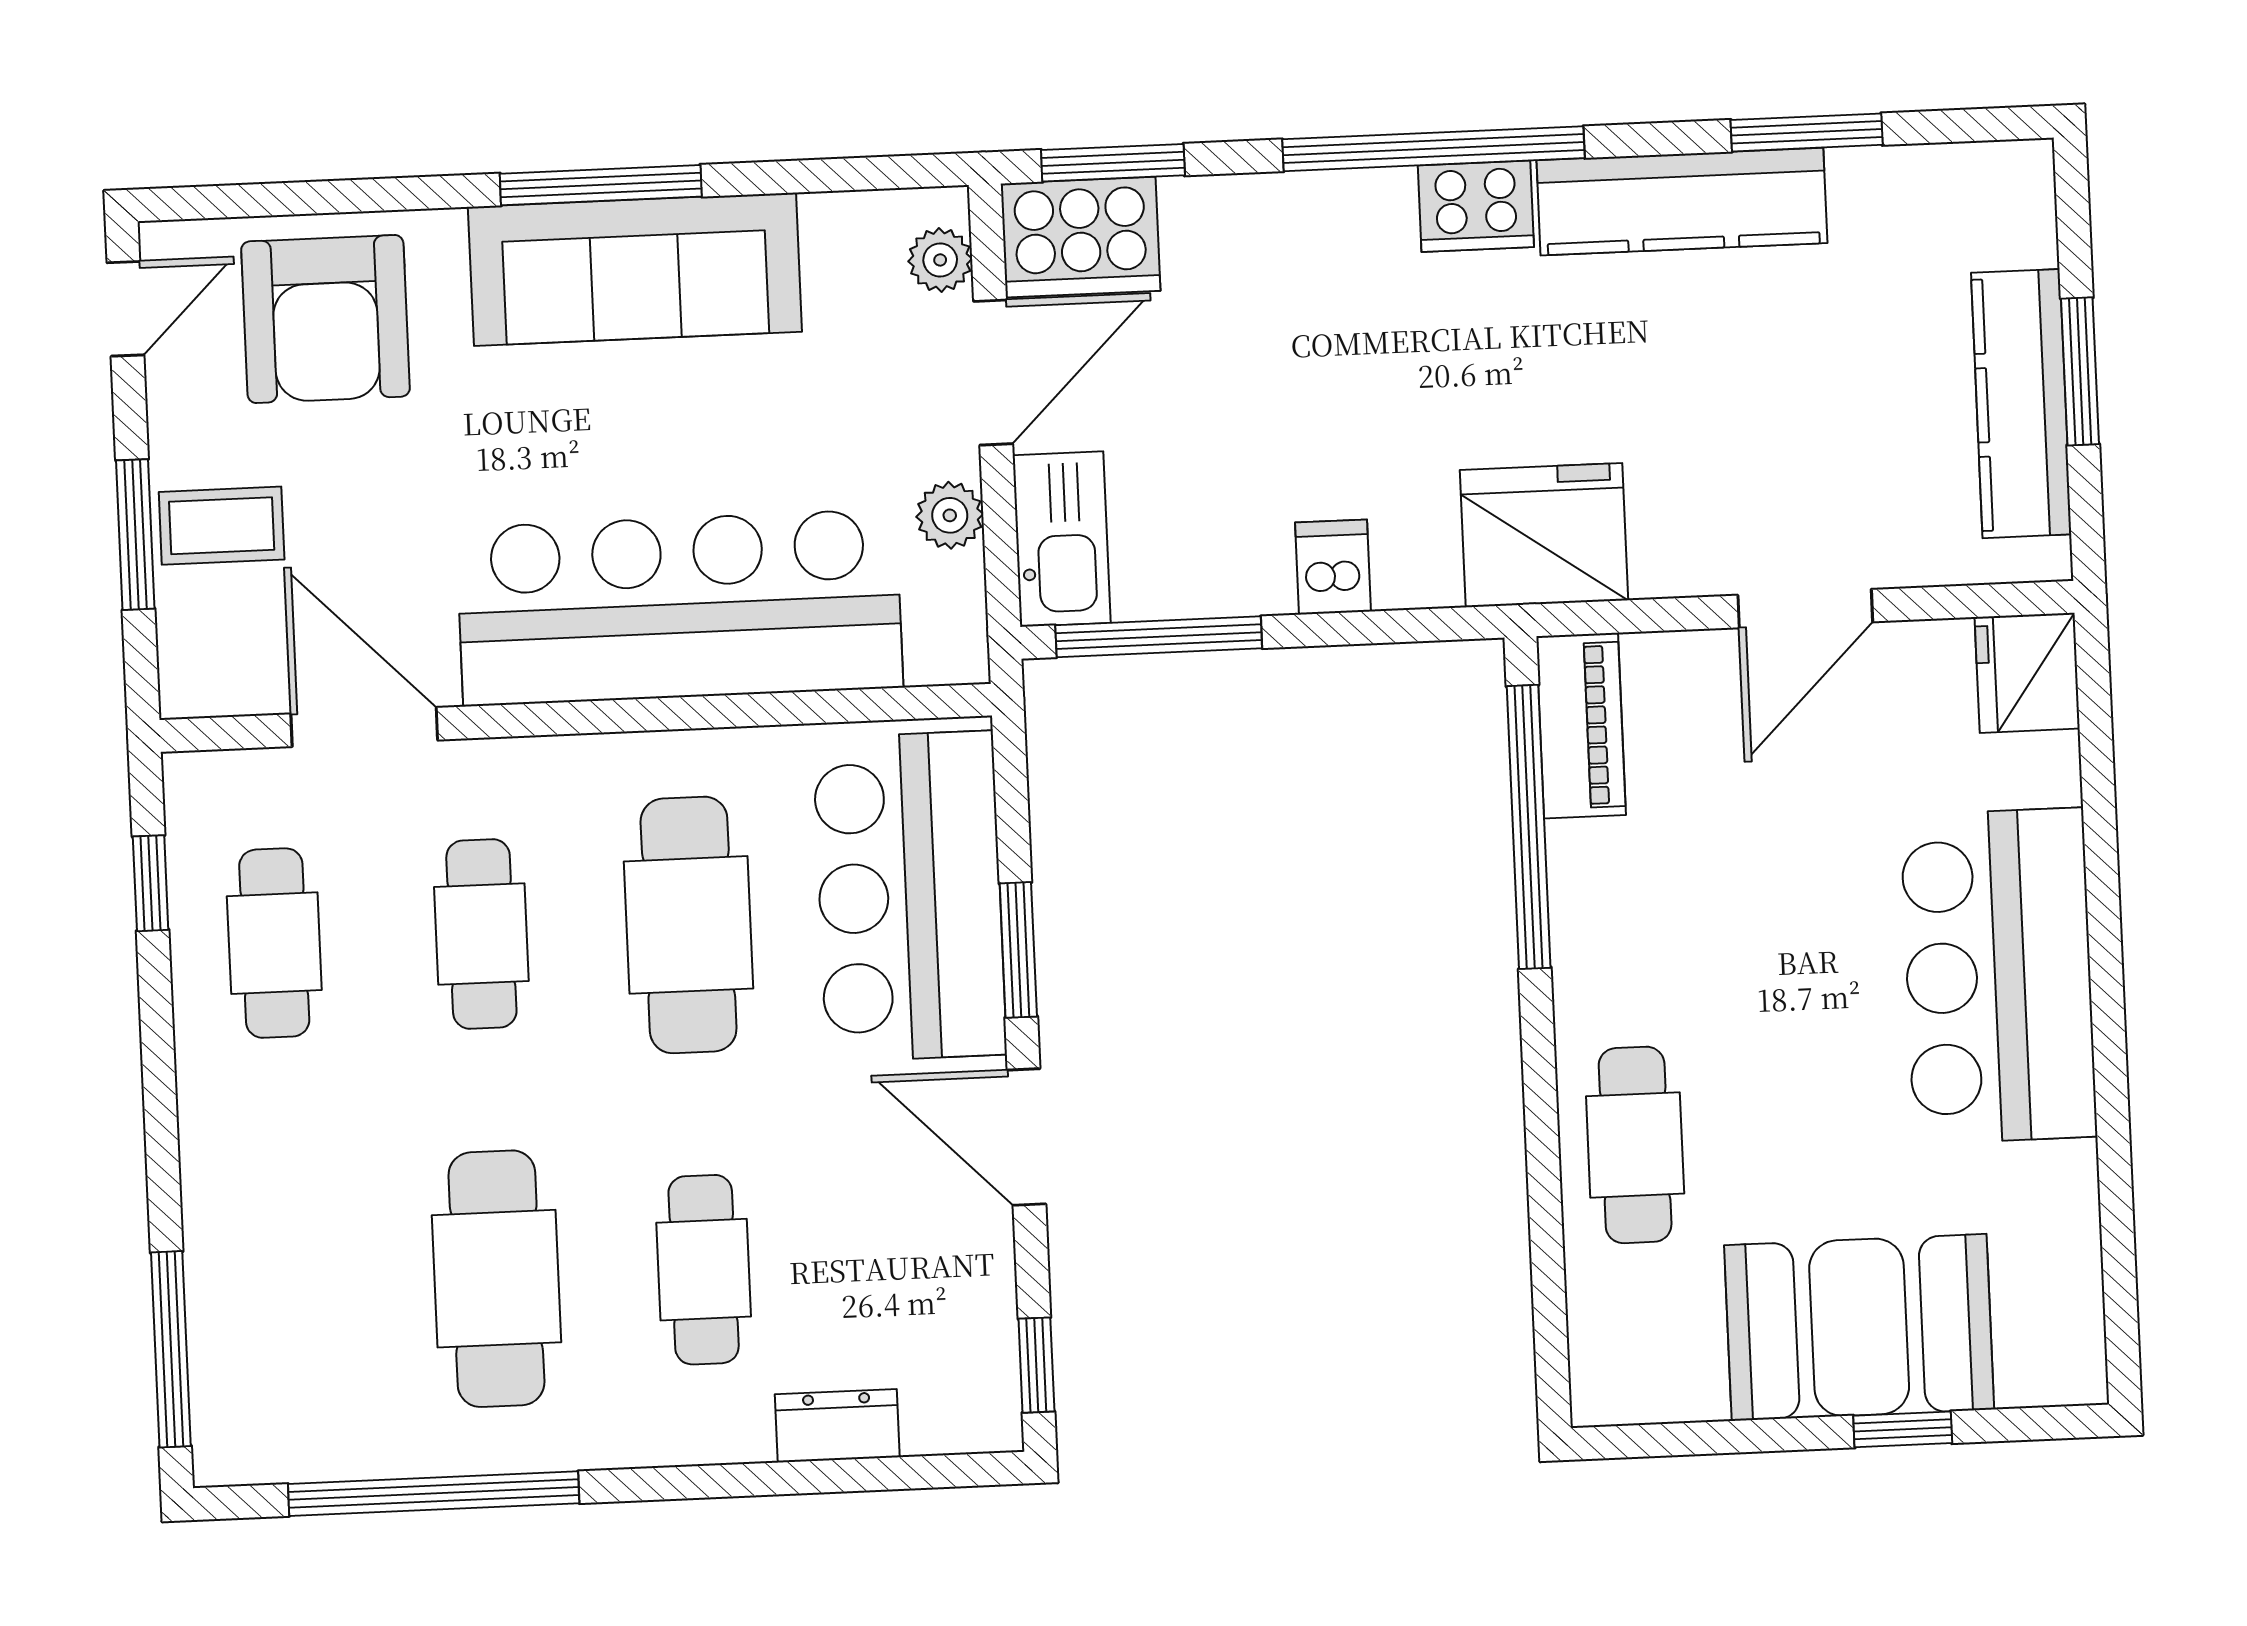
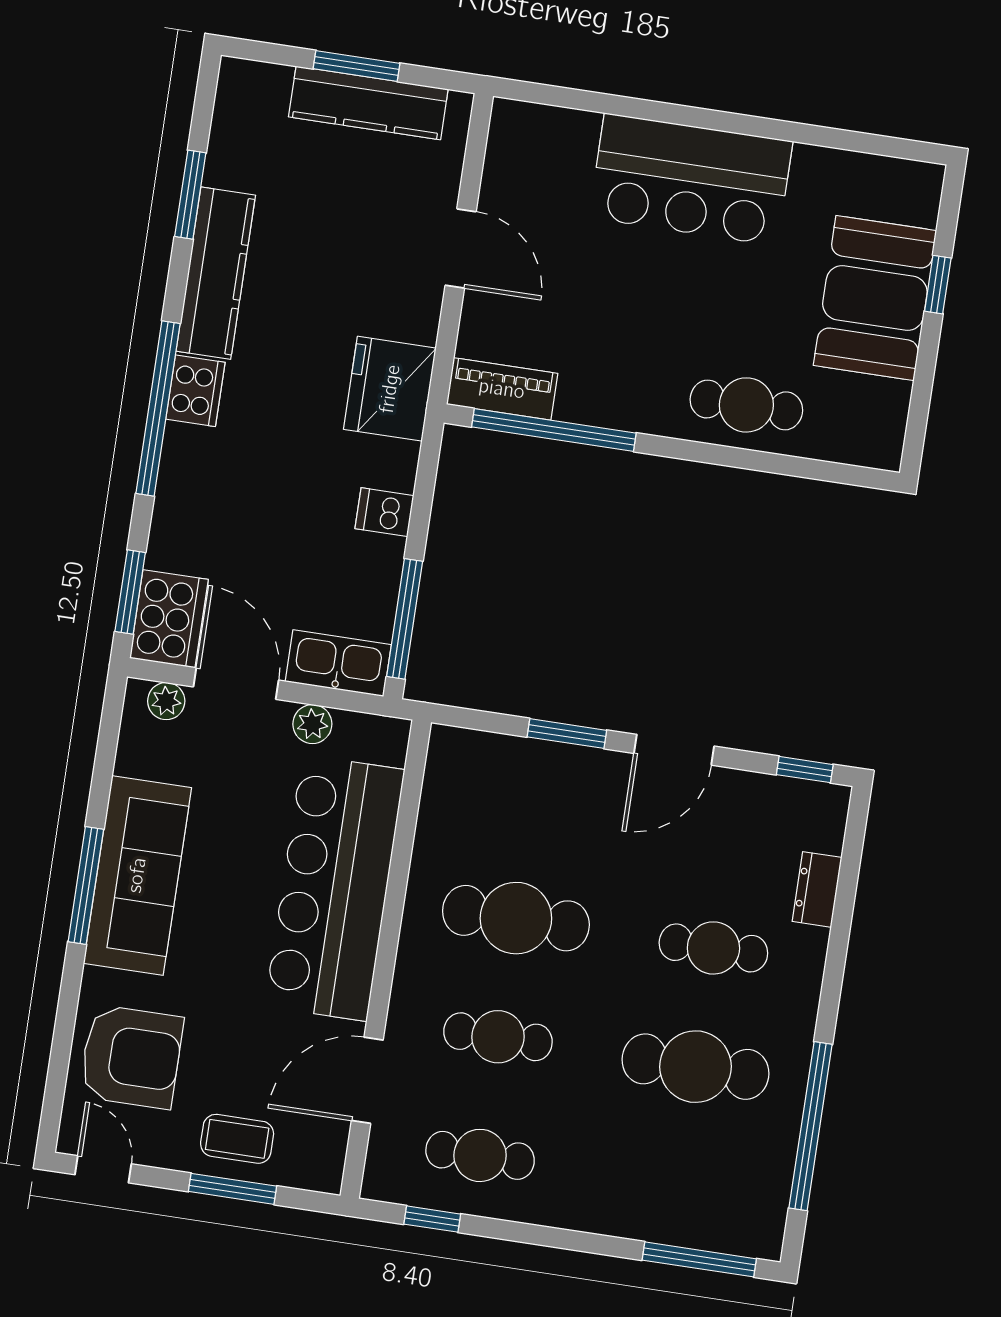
coffee table: (222, 526) -> (237, 1139), turned 90
fridge: (2027, 673) -> (522, 130), removed
bar counter: (910, 896) -> (524, 789), removed

